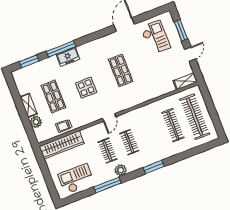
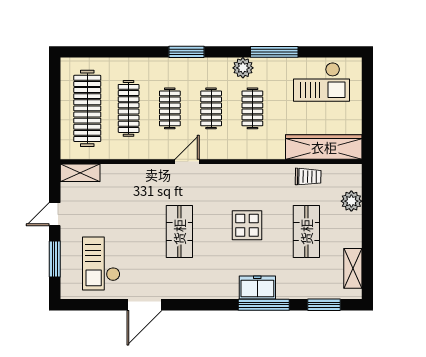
shelving: (29, 105) -> (353, 268), moved
door: (109, 118) -> (187, 162), moved
clothes rail: (151, 134) -> (170, 108), added

